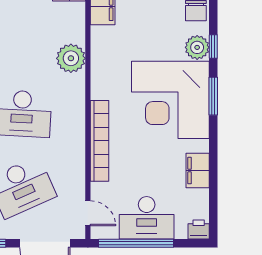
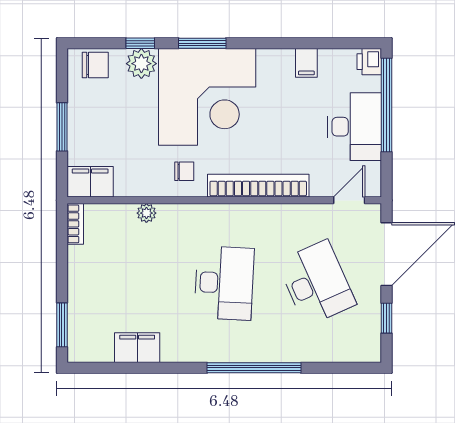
plant: (71, 58) -> (146, 213), width x0.53, depth x0.53
chair: (111, 82) -> (184, 171), added
filing cabinet: (198, 171) -> (306, 63), width x0.50
window: (136, 243) -> (386, 105), moved

